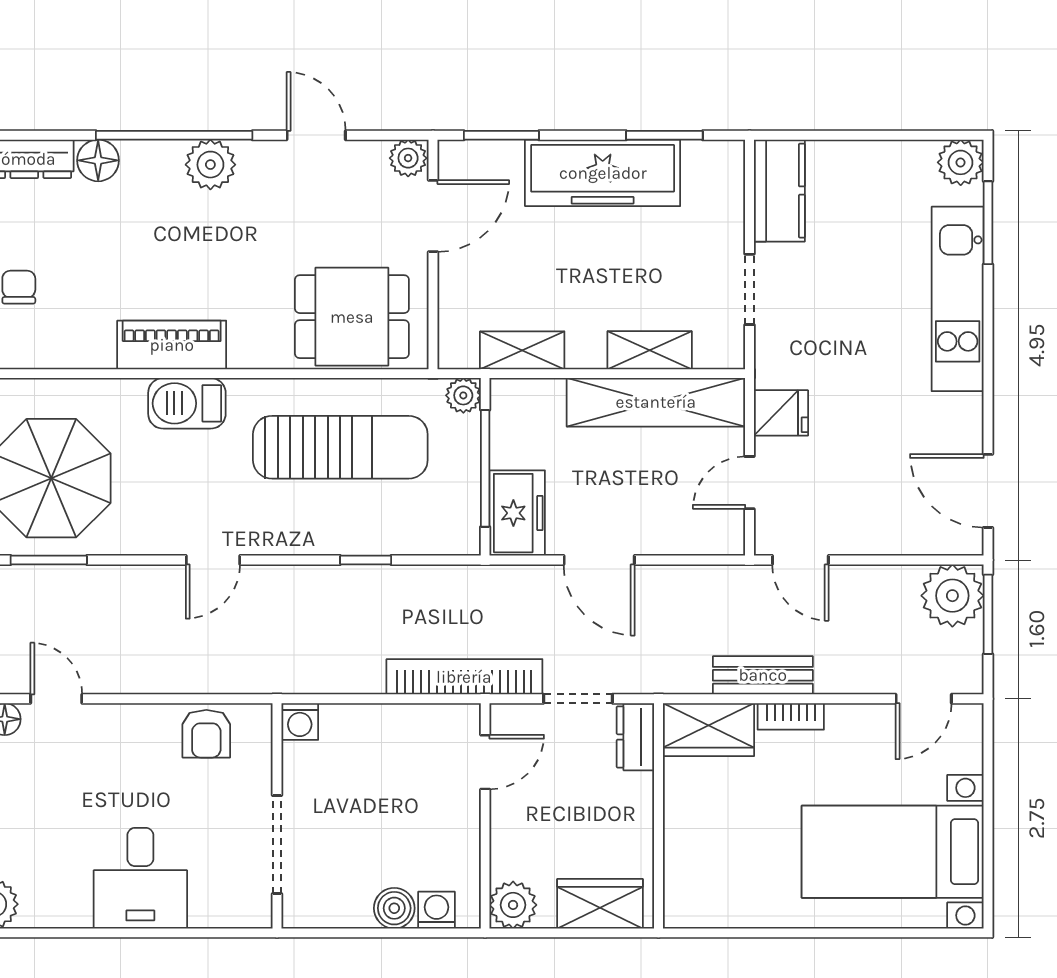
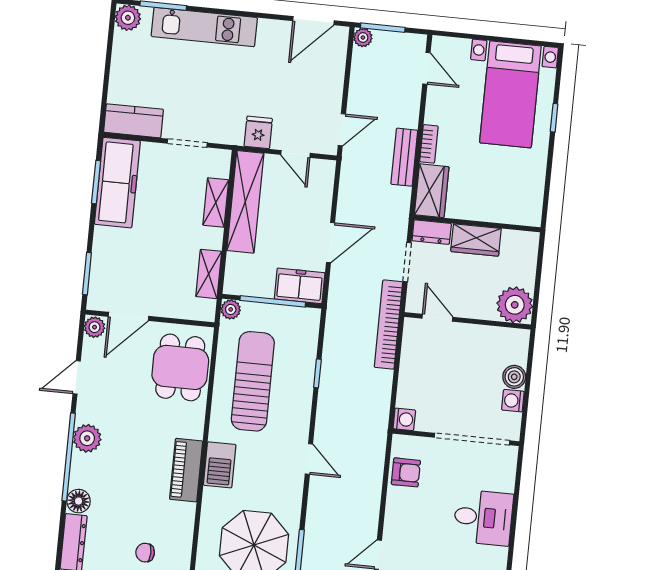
freezer: (603, 173) -> (117, 183), moved
door: (433, 216) -> (128, 316), swing flipped
plant: (952, 596) -> (363, 38), width x0.53, depth x0.53
doorway: (277, 845) -> (472, 439), width x1.36
wardrobe: (600, 904) -> (476, 240), moved, turned -90
plant: (513, 905) -> (515, 305), width x1.36, depth x1.36
washing machine: (436, 910) -> (513, 401), moved
window: (859, 933) -> (554, 118), added

